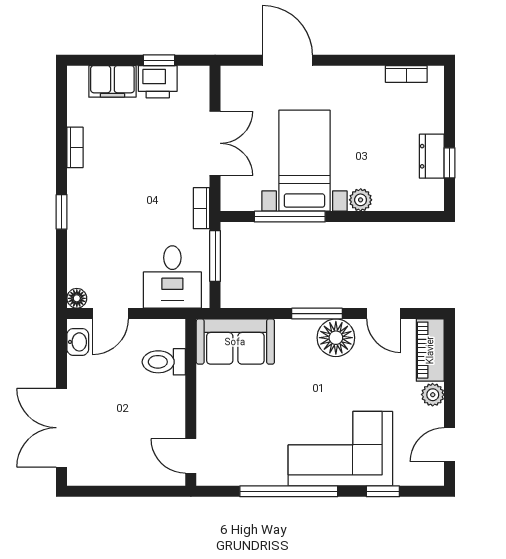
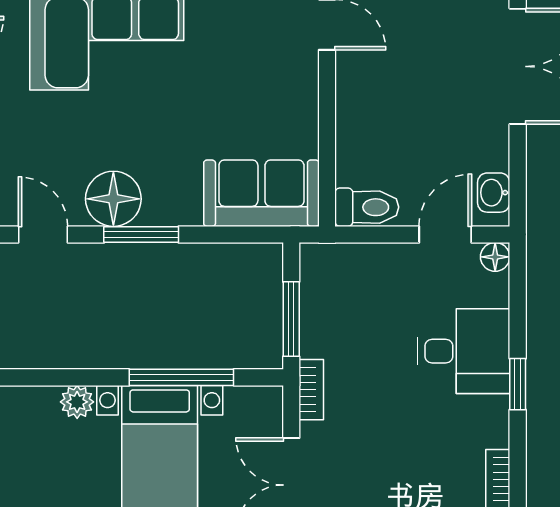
desk: (172, 277) -> (464, 351), moved, turned 90
toilet: (164, 362) -> (367, 207), moved

